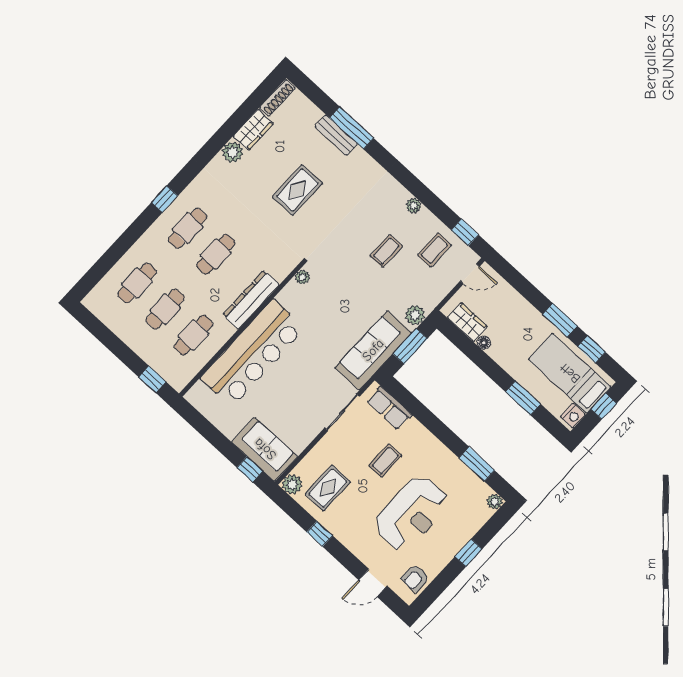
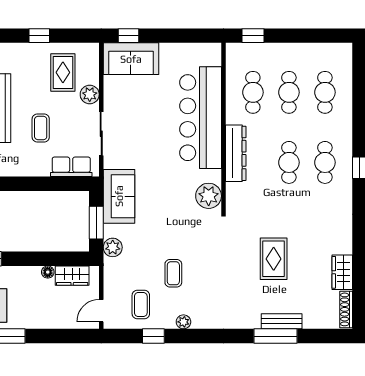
plant: (233, 152) -> (342, 244), removed
window: (465, 232) -> (153, 336), moved
plant: (303, 277) -> (209, 196), width x1.88, depth x1.88
sofa: (373, 350) -> (119, 196), width x0.73
plant: (292, 484) -> (90, 94), moved

